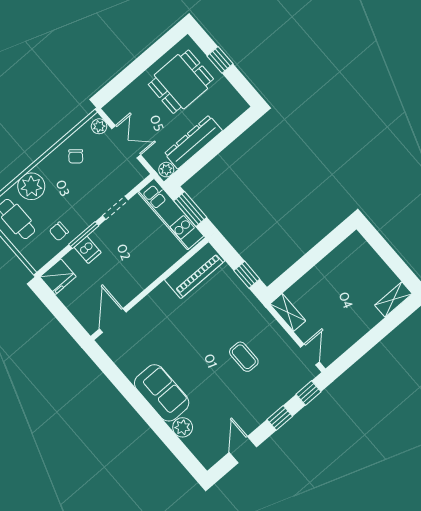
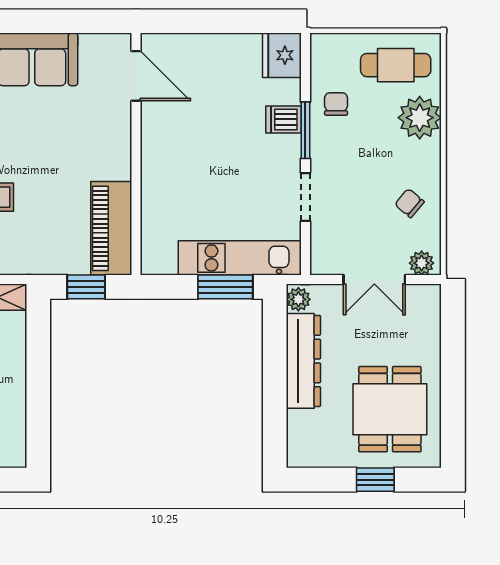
piano: (195, 270) -> (111, 228), moved
wall: (150, 289) -> (136, 154), moved
door: (113, 321) -> (136, 76), moved

